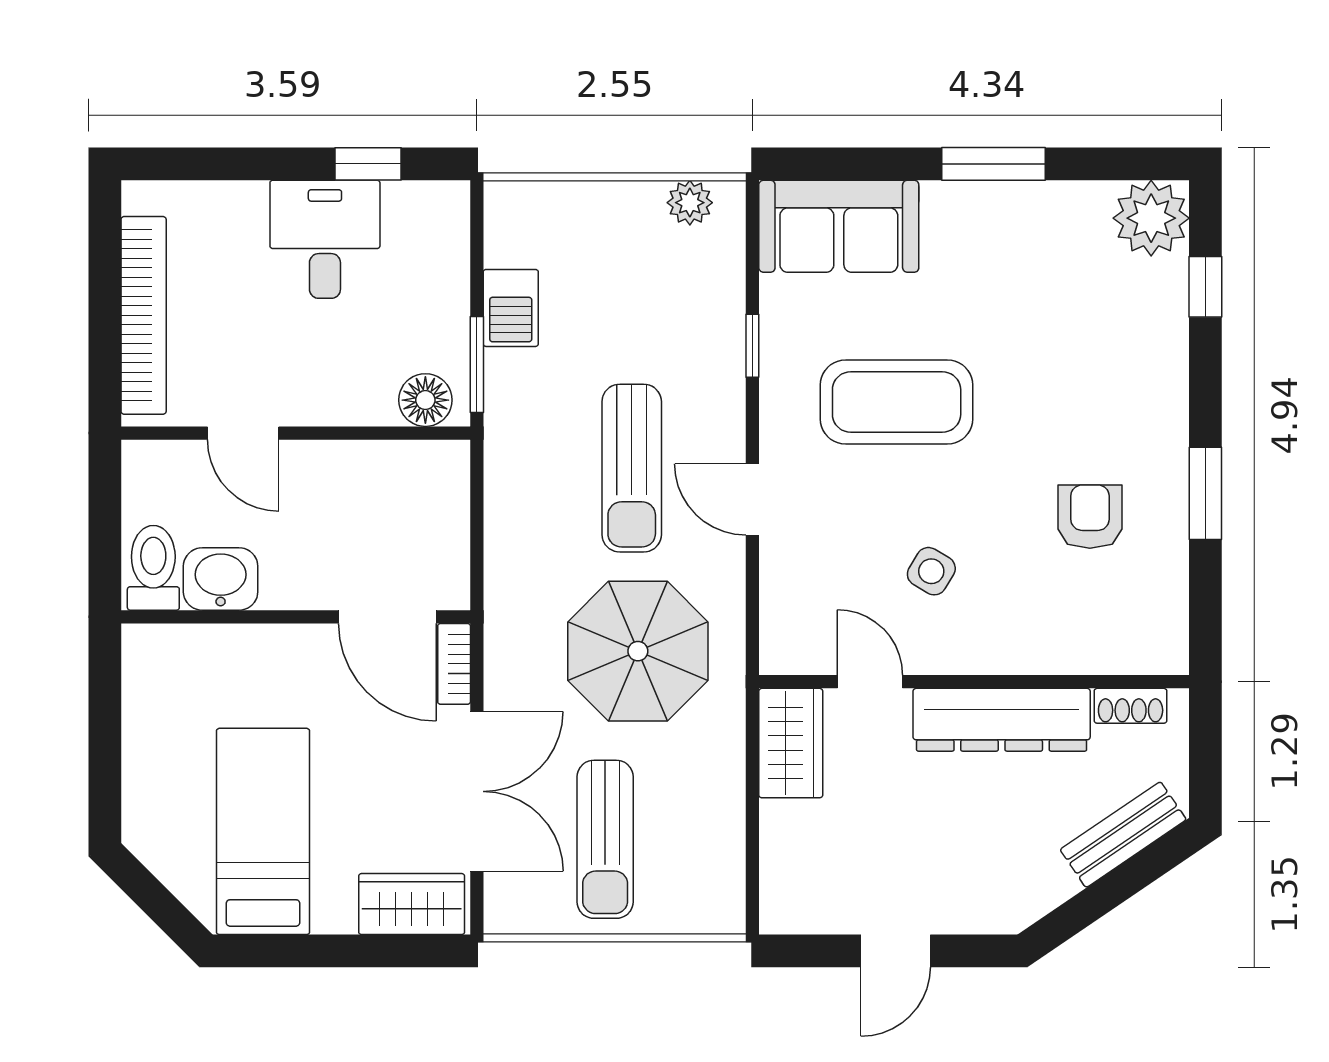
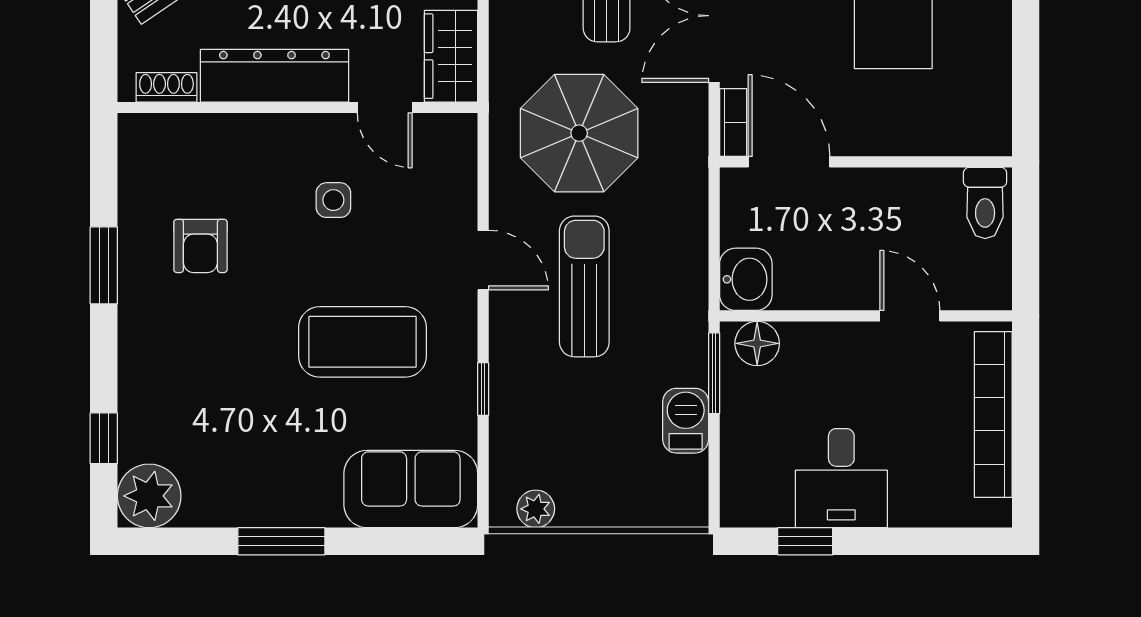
side table: (931, 571) -> (333, 200), turned -31
washbasin: (221, 579) -> (746, 279), moved, turned -90

